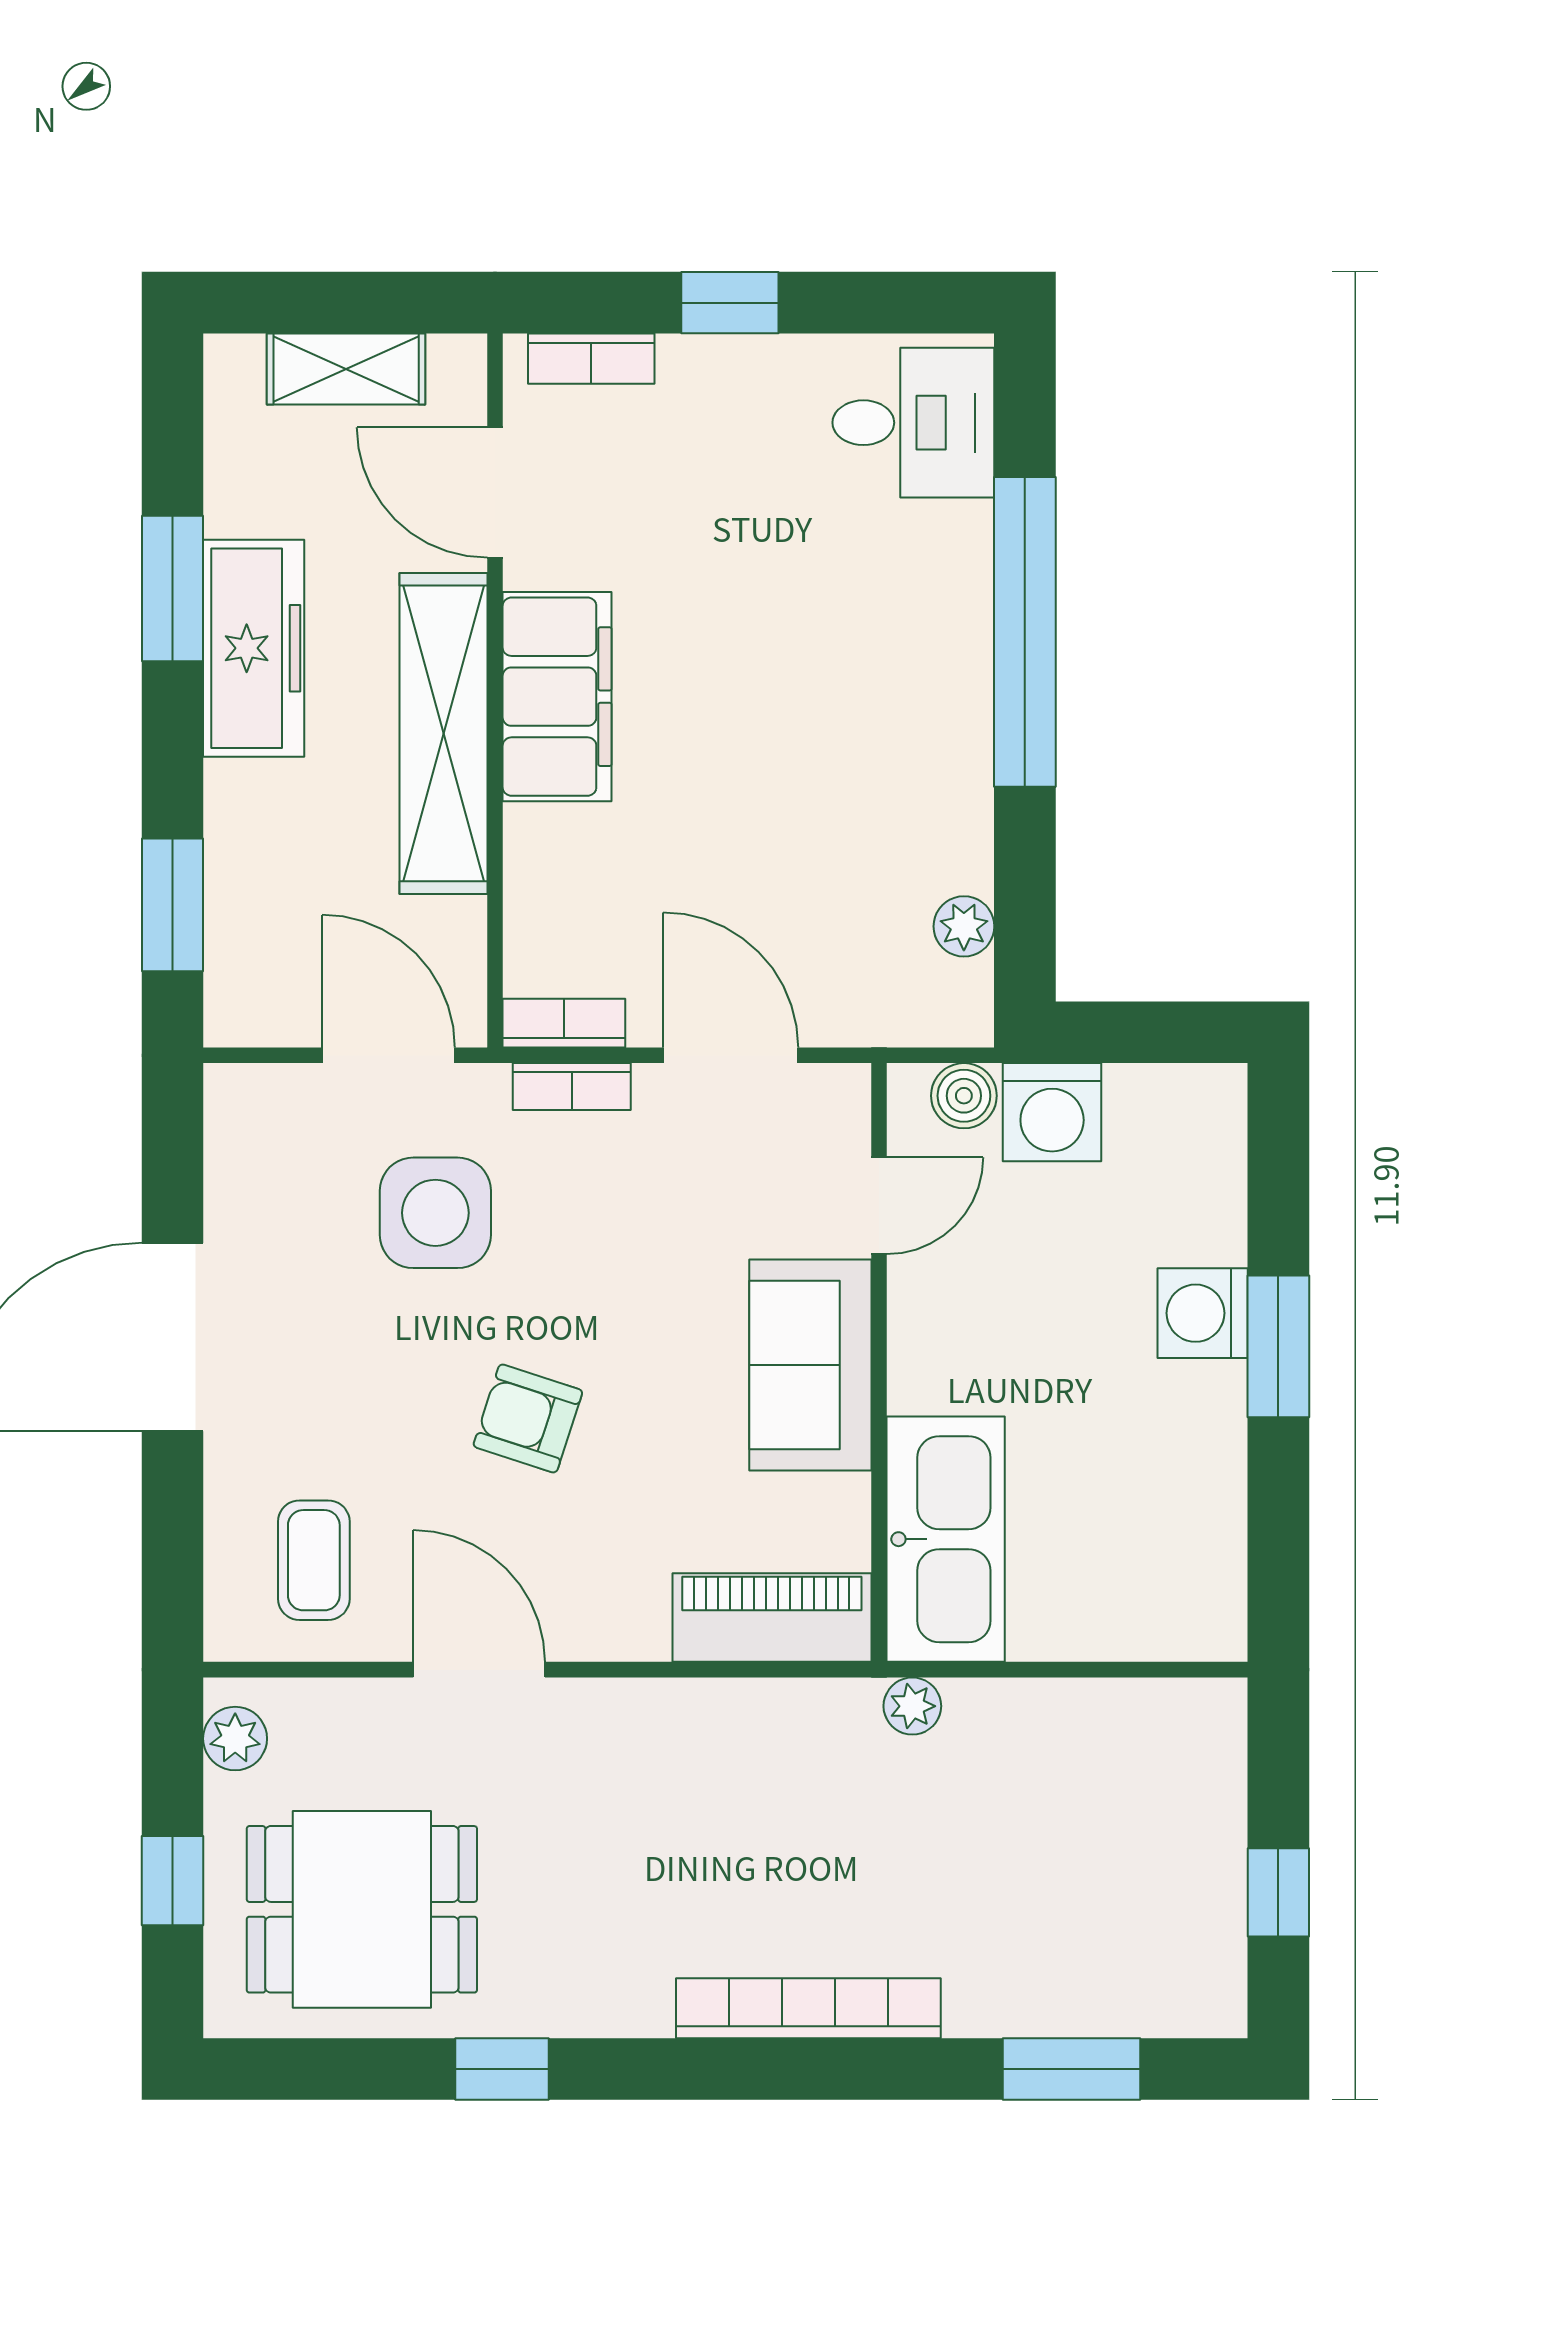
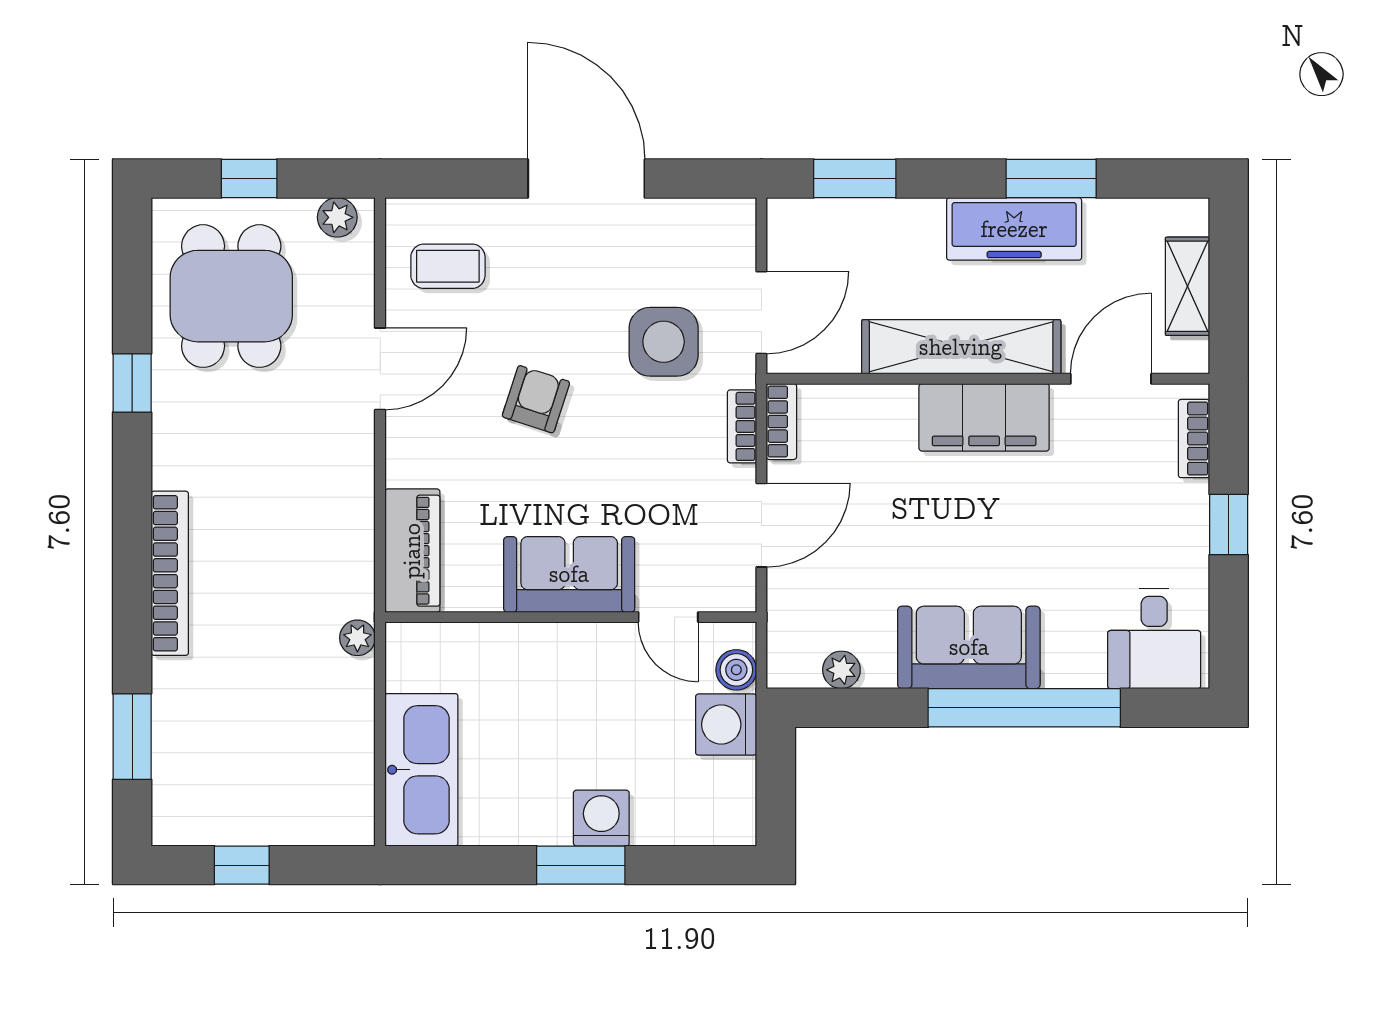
sofa: (928, 721) -> (969, 647), added
kitchen sink: (946, 1539) -> (421, 770), moved, turned -90

